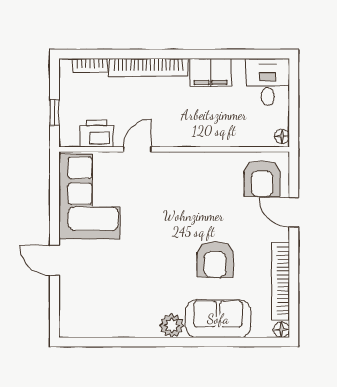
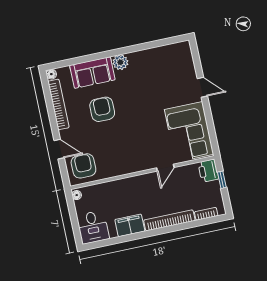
printer: (97, 134) -> (208, 171), moved, turned 90

